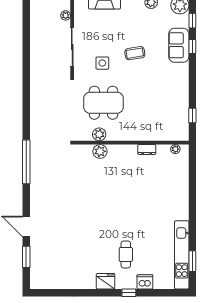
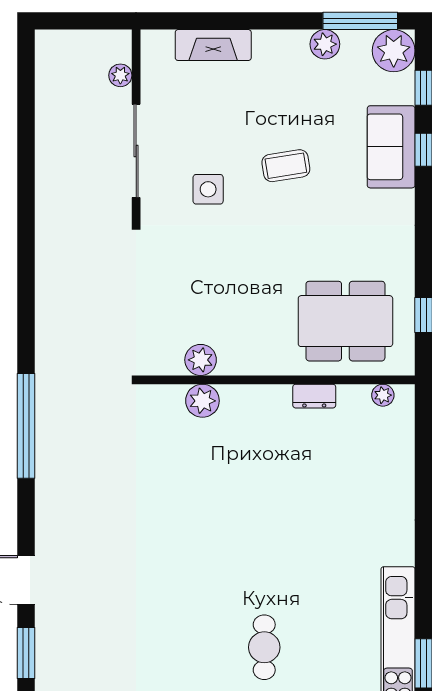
dining table: (103, 103) -> (345, 321), moved

